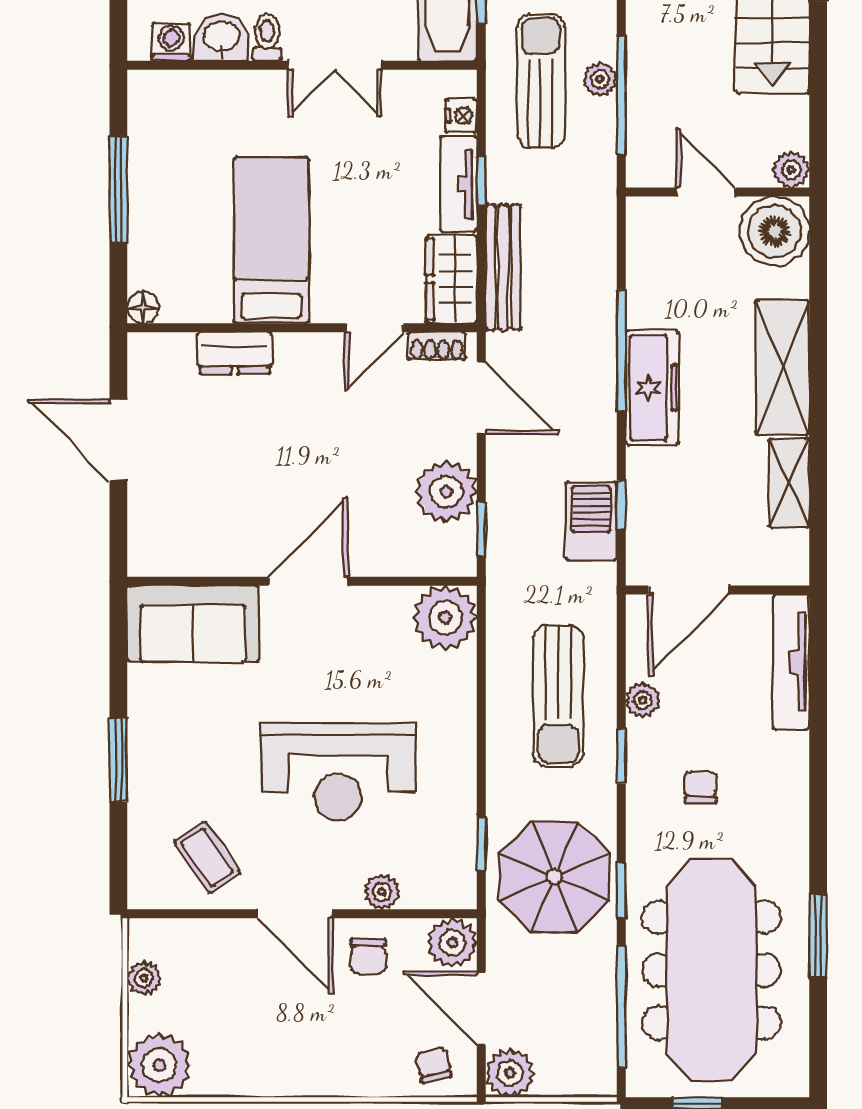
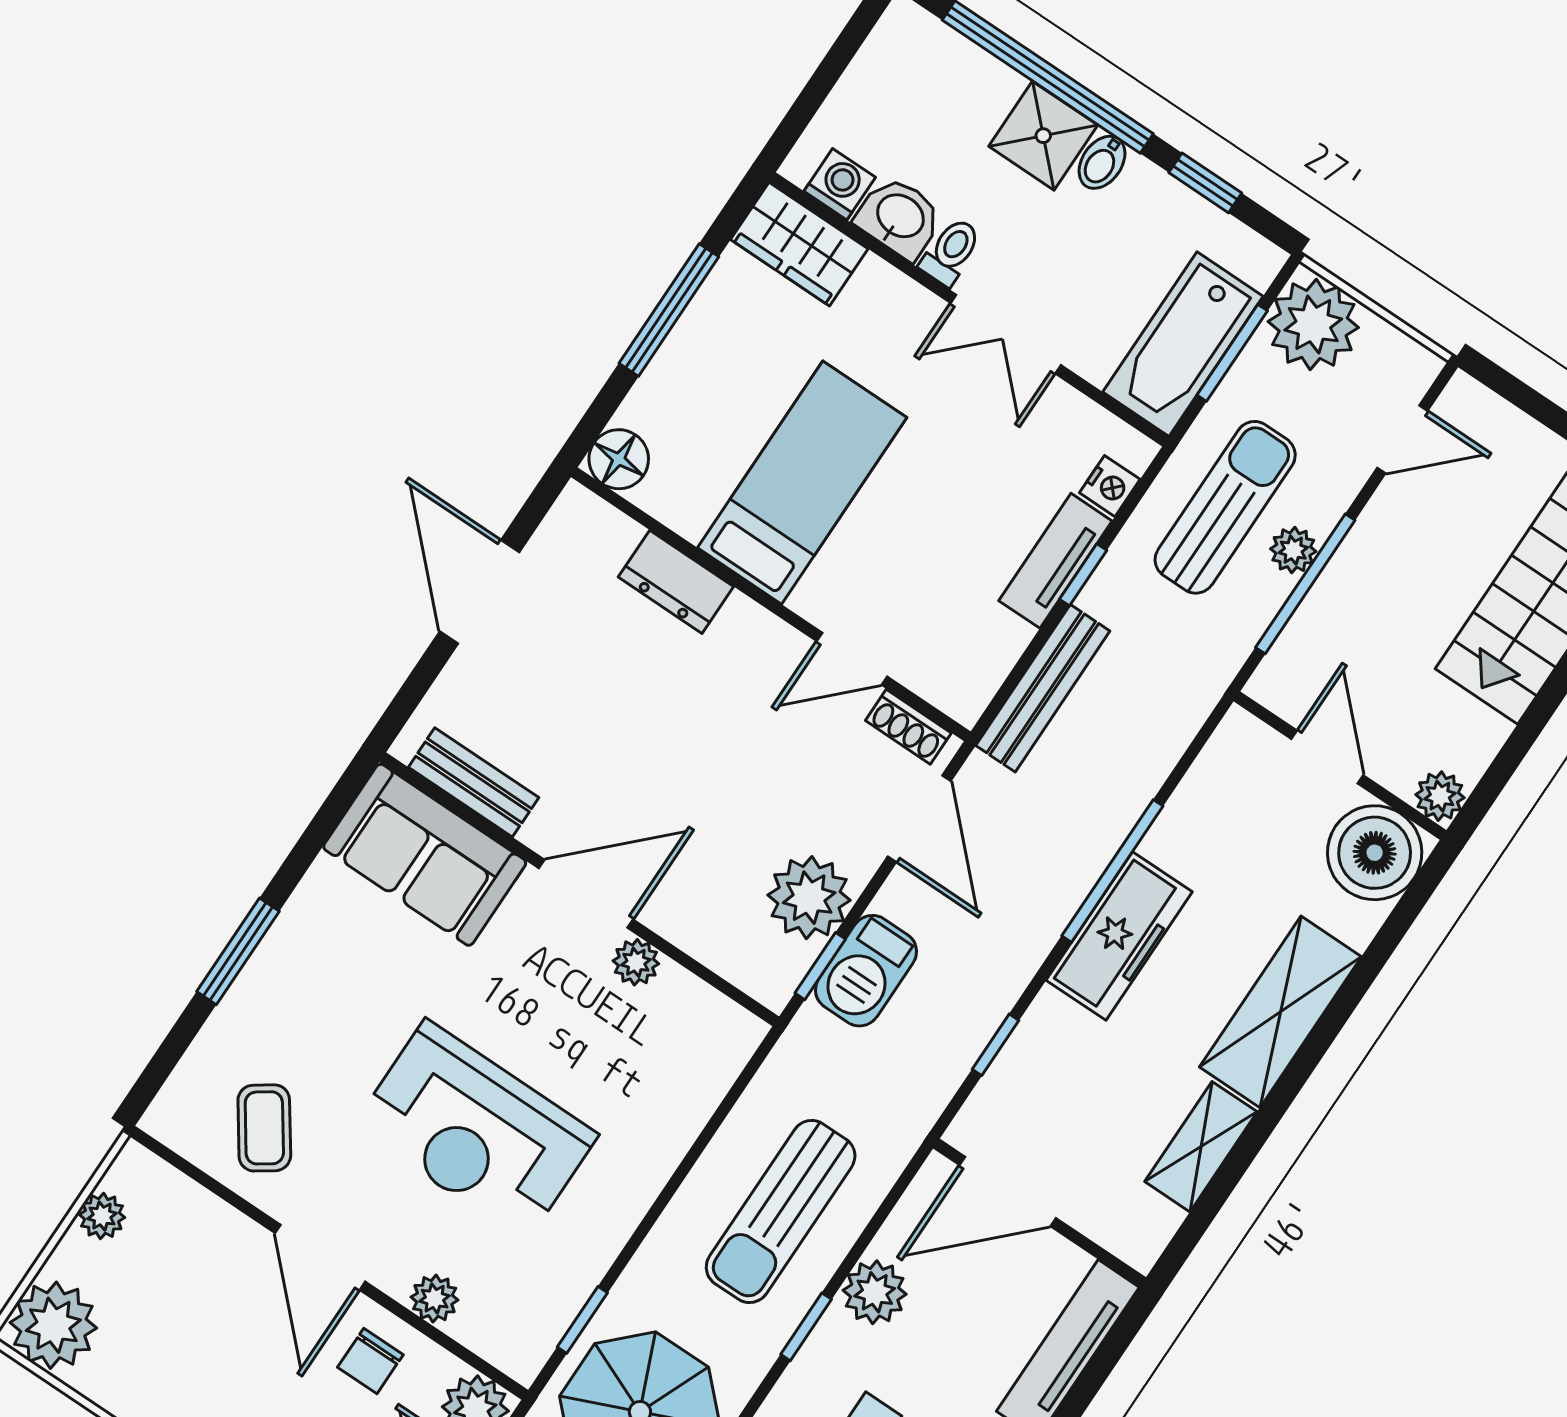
wardrobe: (451, 279) -> (799, 244), moved, turned -90
floor lamp: (143, 307) -> (619, 459), width x1.37, depth x1.37
barbecue: (591, 521) -> (866, 971), moved, turned 180
bench: (193, 559) -> (474, 782), added
plant: (445, 618) -> (636, 962), moved, width x0.53, depth x0.53
plant: (643, 700) -> (875, 1292), width x1.38, depth x1.38

